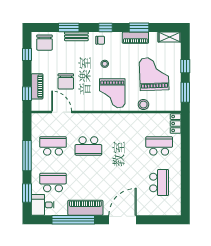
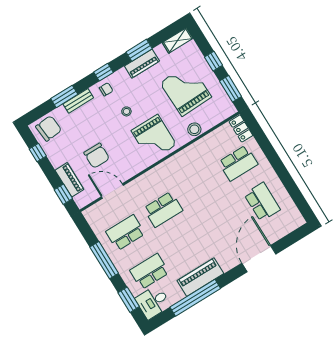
chair: (45, 43) -> (49, 128), turned -95
school desk: (159, 146) -> (238, 163), turned 180
door: (122, 220) -> (259, 259), moved

